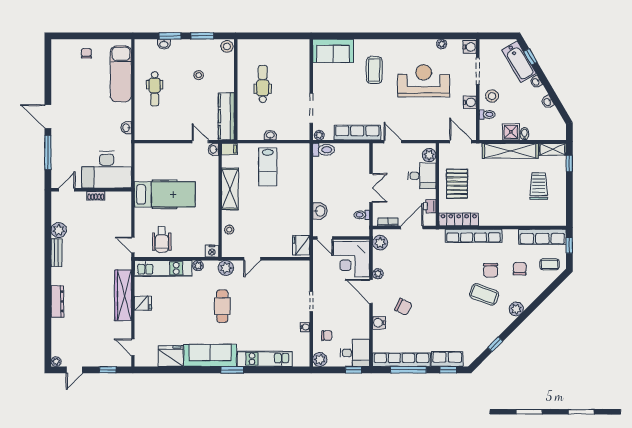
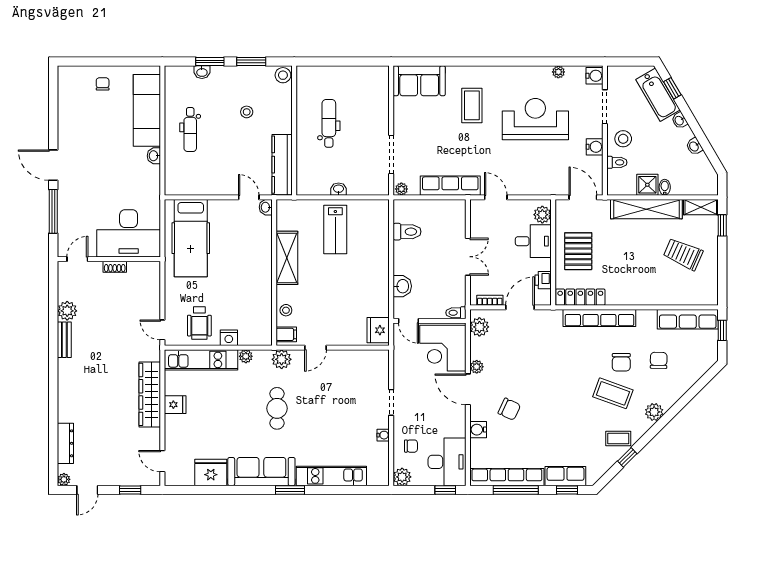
washbasin: (126, 128) -> (154, 156), moved
filing cabinet: (229, 149) -> (286, 334), moved
toilet: (324, 150) -> (407, 232), moved
trolley: (539, 186) -> (683, 254), turned -66
hospital bed: (165, 194) -> (191, 238), moved, turned 90
toilet: (362, 215) -> (456, 313), moved
nightstand: (212, 251) -> (229, 338), moved
coffee table: (550, 264) -> (618, 439), moved
dresser: (57, 301) -> (65, 443), moved
desk: (355, 353) -> (447, 462), width x1.37

